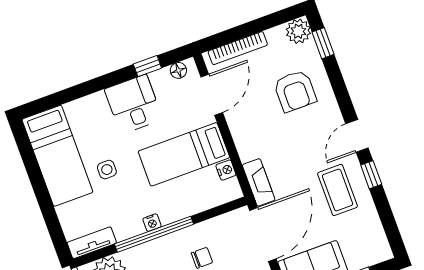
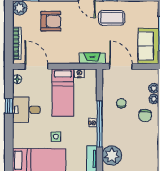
window: (147, 66) -> (9, 106), moved
door: (263, 235) -> (121, 66), width x0.73

